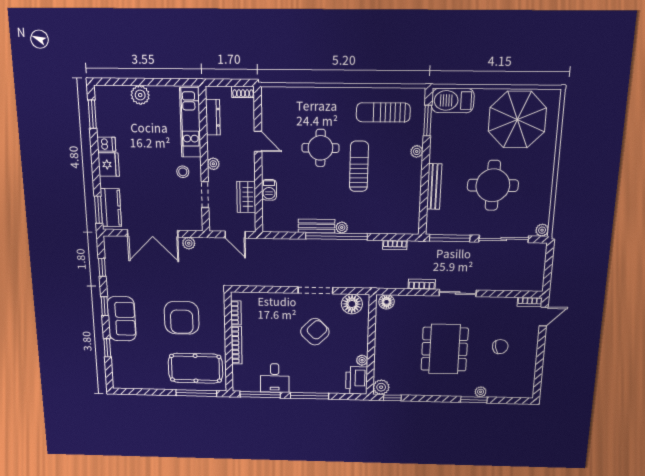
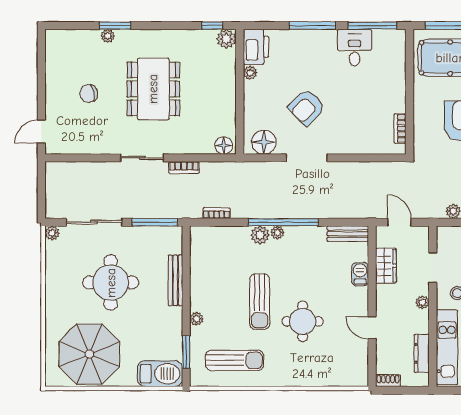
plant: (357, 225) -> (260, 235), added
bench: (316, 226) -> (348, 234), moved
bookcase: (530, 302) -> (59, 149), removed
bookcase: (237, 345) -> (400, 88), removed

